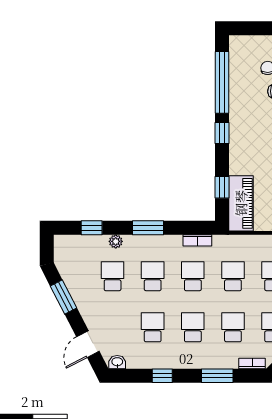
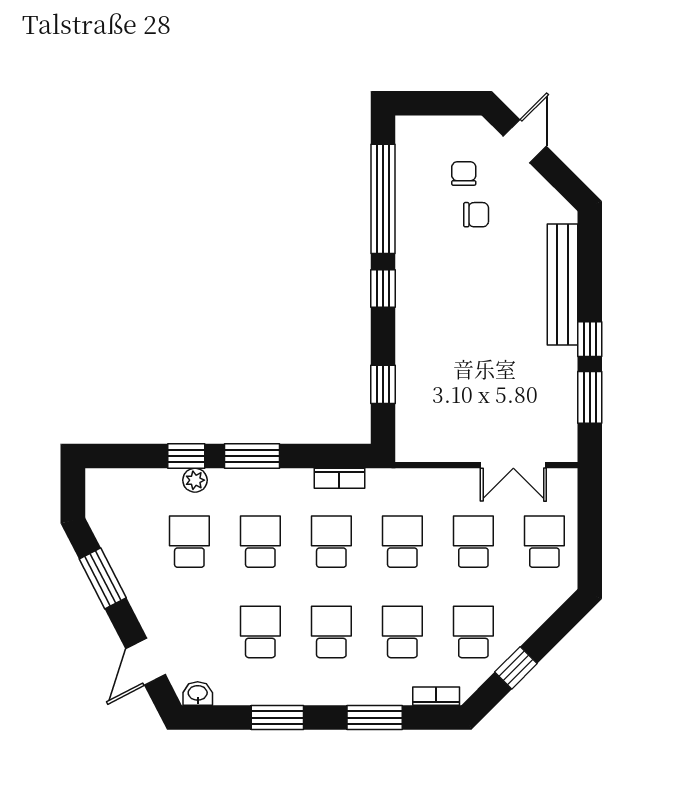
piano: (241, 203) -> (417, 413), removed
window: (92, 228) -> (186, 456), moved
window: (162, 376) -> (277, 718), width x1.50

